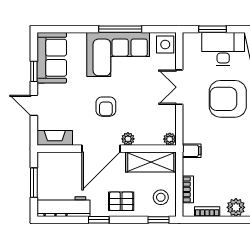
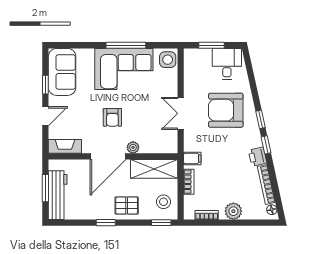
desk: (223, 49) -> (227, 64), width x0.73
double door: (179, 87) -> (181, 113), moved
door: (34, 105) -> (45, 116), swing flipped
plant: (170, 139) -> (172, 148), removed
bookcase: (188, 189) -> (189, 182), moved
workbench: (63, 207) -> (58, 195), moved, turned 90

